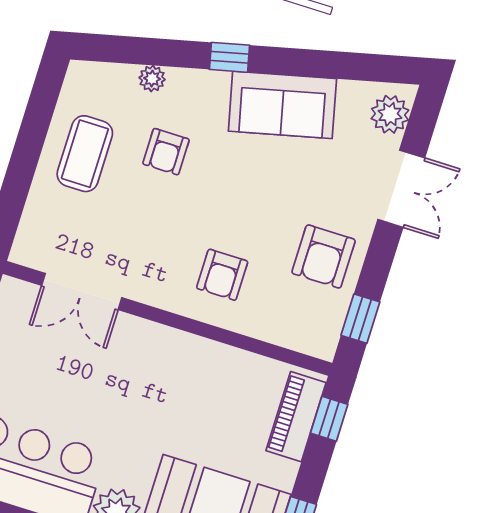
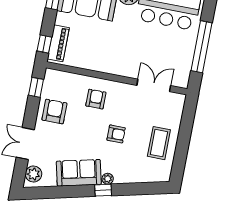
plant: (152, 79) -> (108, 179), moved
armchair: (166, 152) -> (116, 134), moved, turned 90

